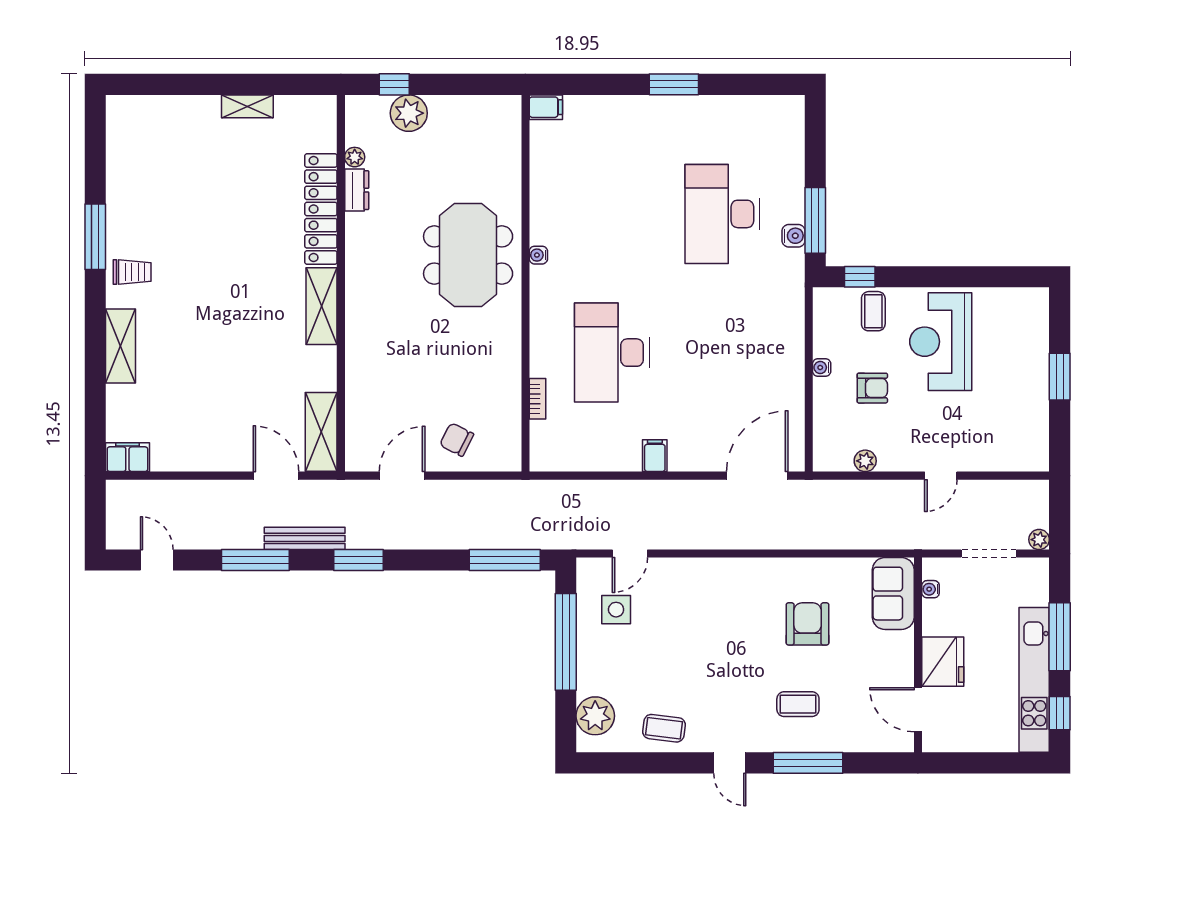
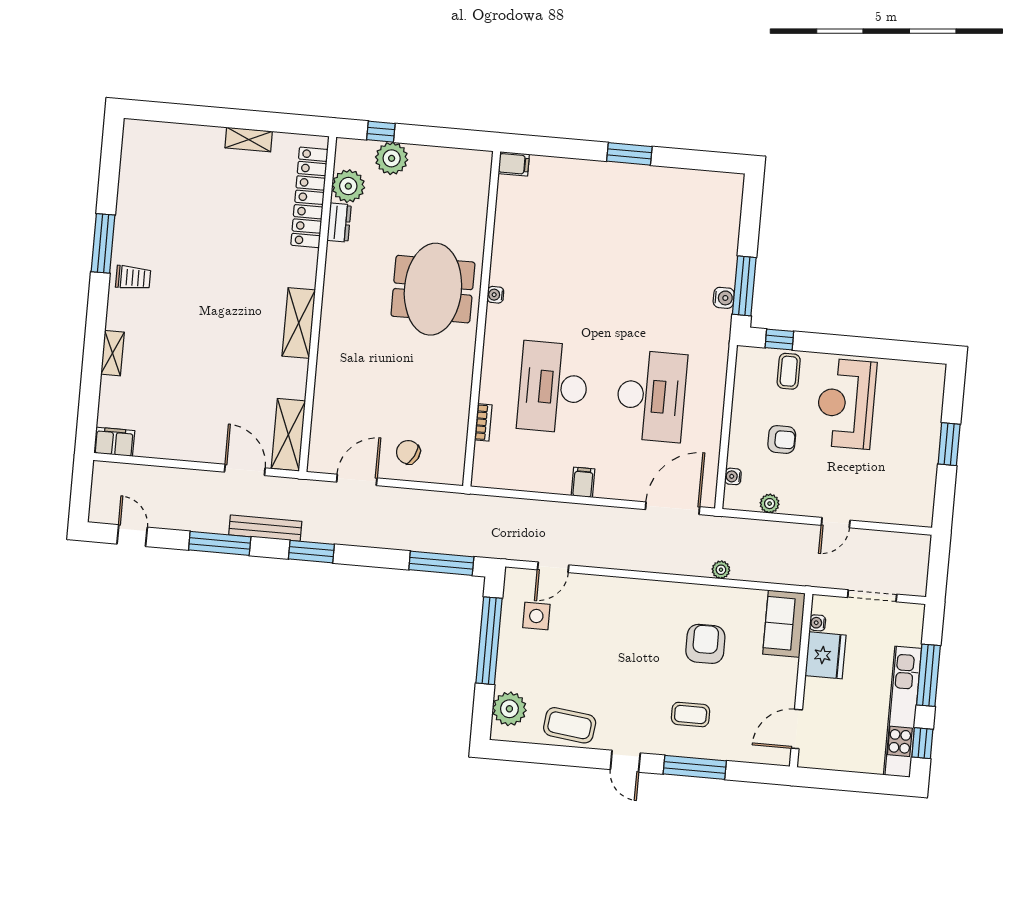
plant: (355, 157) -> (348, 186), width x1.88, depth x1.88
locker: (321, 209) -> (309, 197), moved
desk: (722, 214) -> (651, 396), moved, turned 180
shelving: (120, 346) -> (113, 353), width x0.67, depth x0.75
water cooler: (822, 367) -> (733, 476), moved
plant: (1039, 540) -> (721, 570), moved
fridge: (943, 662) -> (826, 655), moved
door: (918, 710) -> (797, 729), hinge flipped
coffee table: (664, 728) -> (570, 725), width x1.36, depth x1.30

